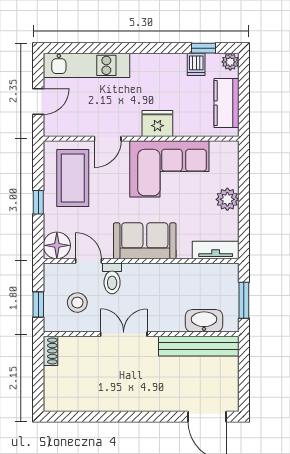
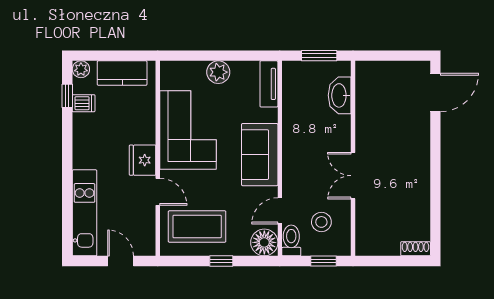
fridge: (157, 123) -> (143, 160), moved
toilet: (112, 278) -> (291, 240), moved, turned -90
bench: (199, 346) -> (365, 101), removed
shoe rack: (51, 351) -> (416, 249), moved

